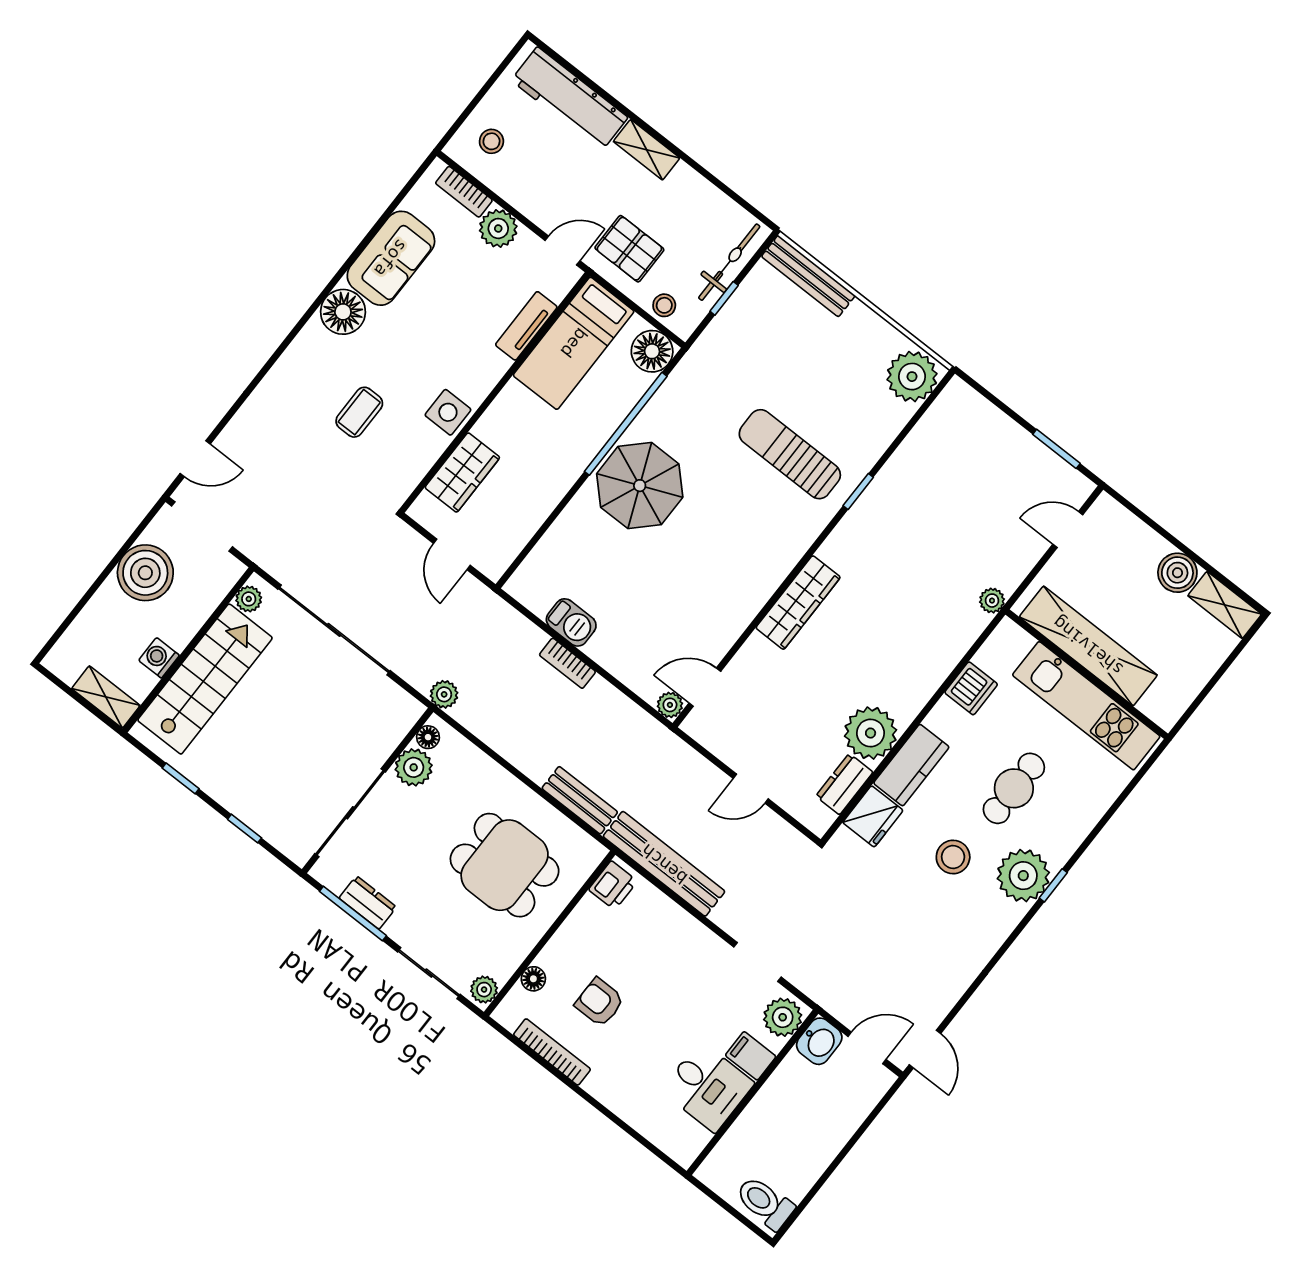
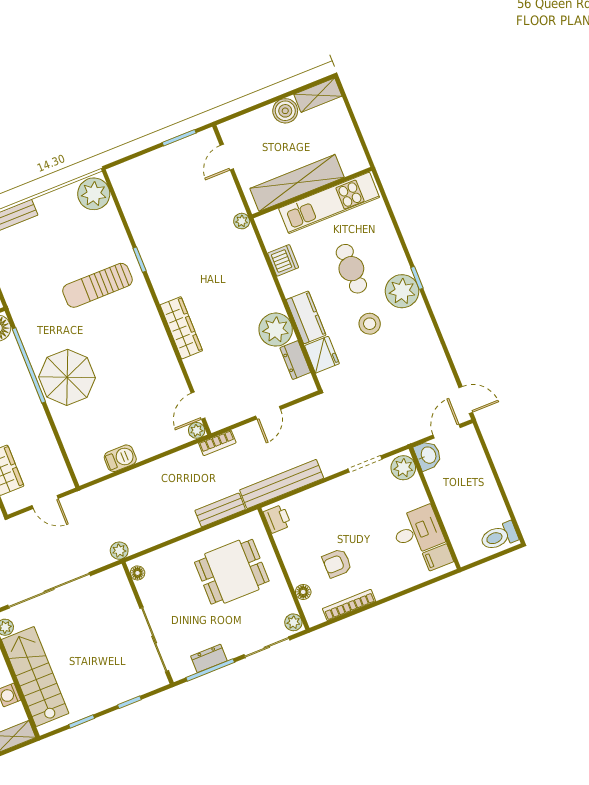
bookcase: (567, 663) -> (217, 443), moved
plant: (414, 767) -> (150, 590), removed
filing cabinet: (751, 1056) -> (438, 557), moved

